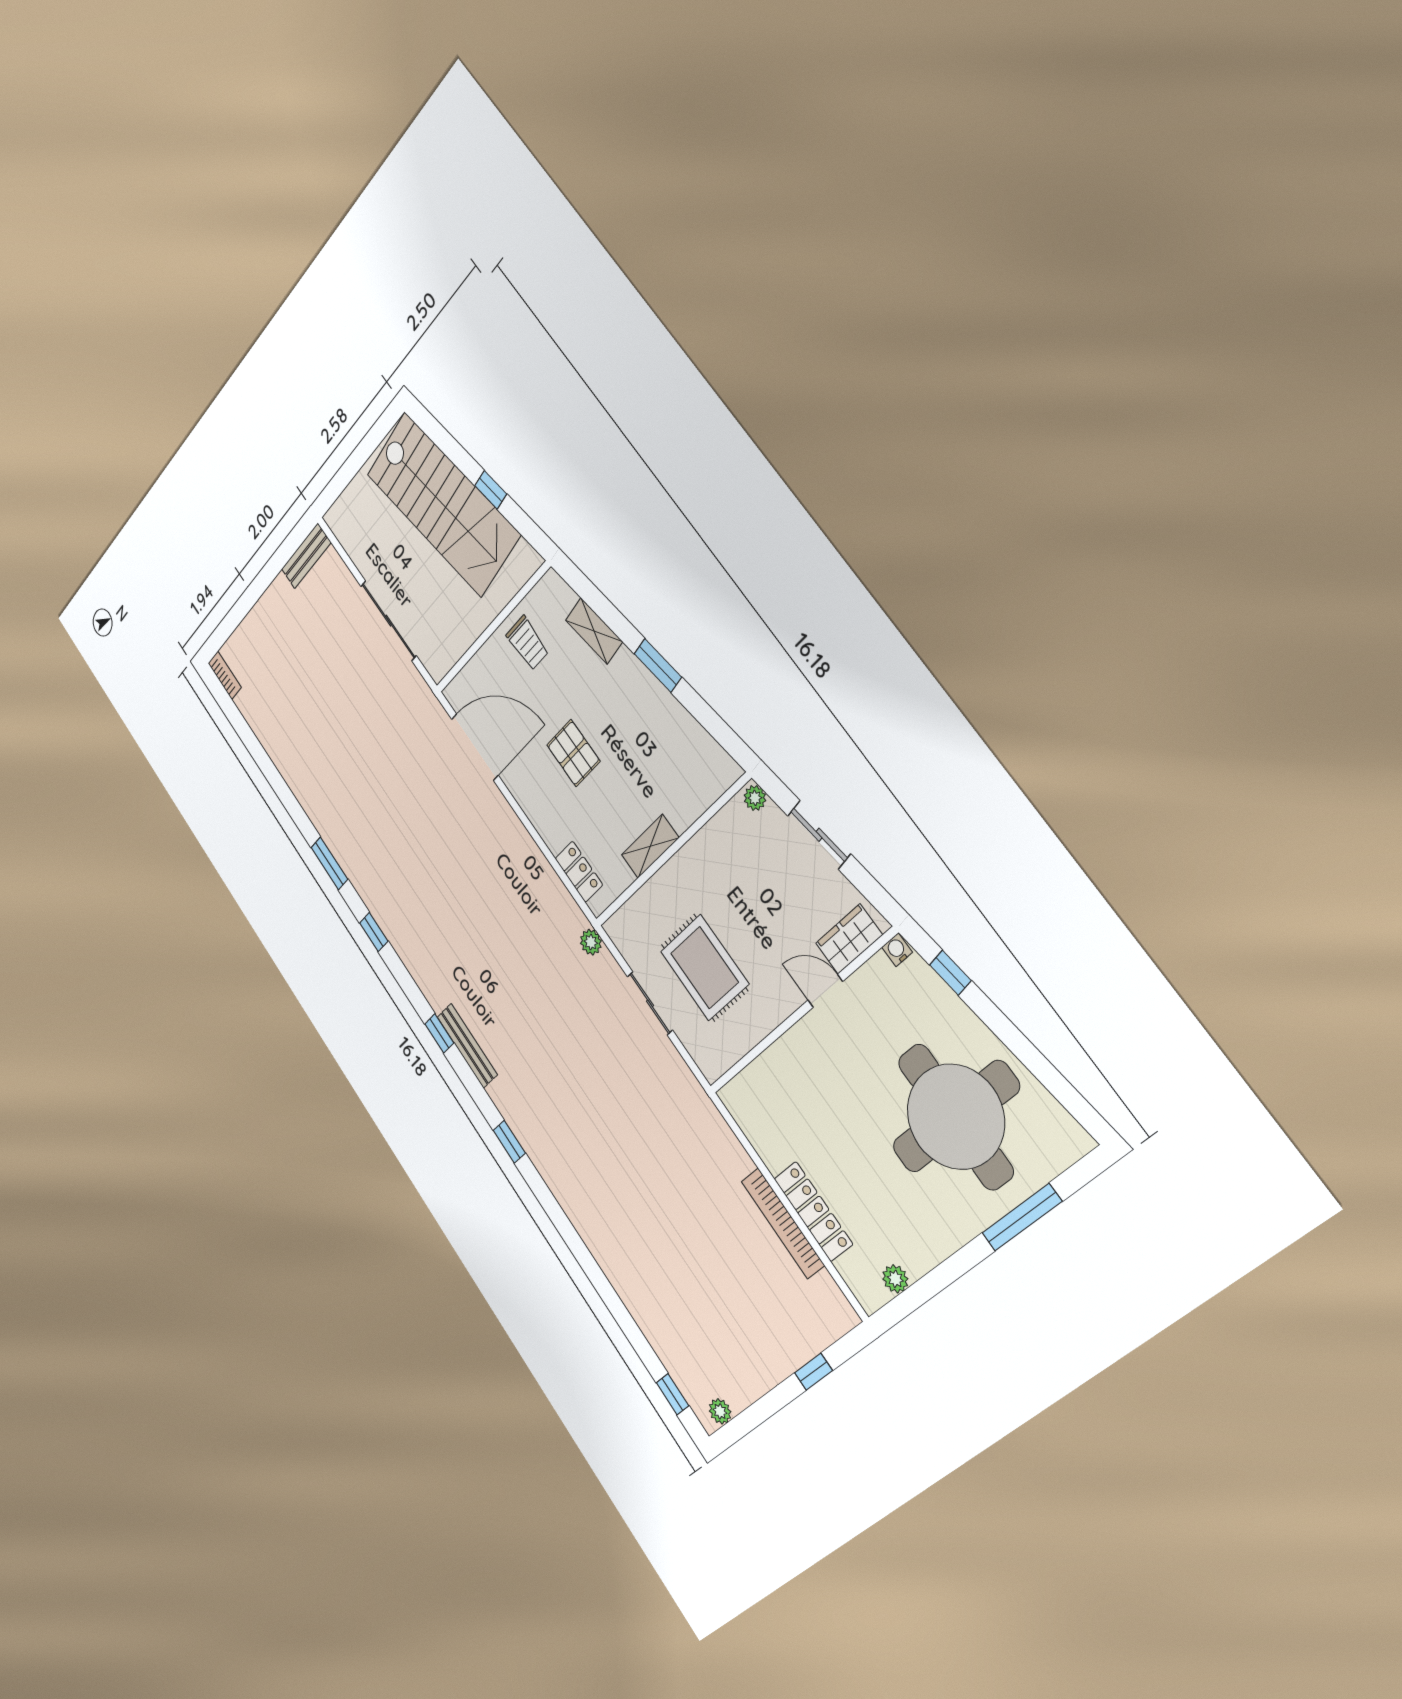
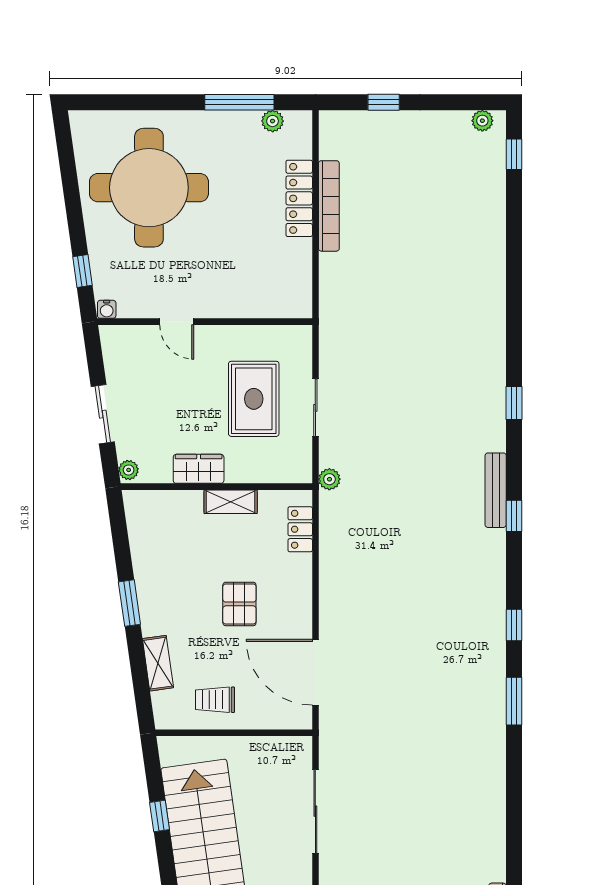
trolley: (527, 643) -> (215, 700), turned -90
wardrobe: (849, 939) -> (199, 469), moved, turned 180
window: (1022, 1217) -> (239, 102), moved

